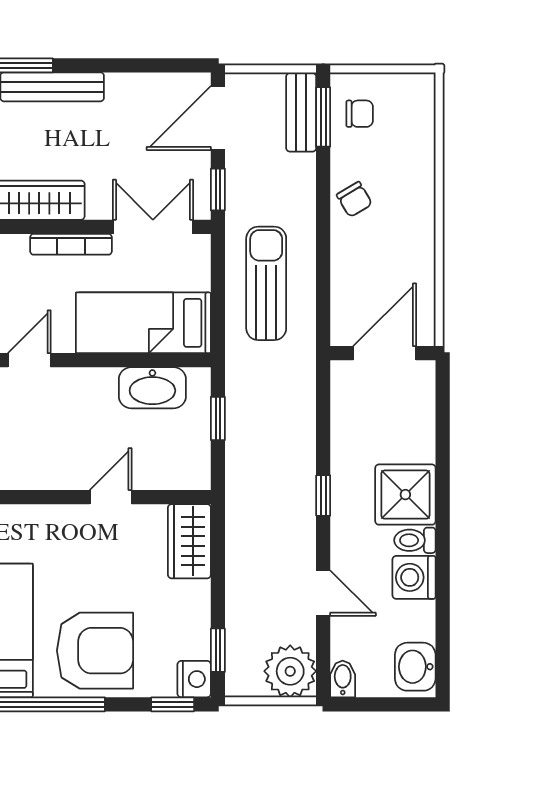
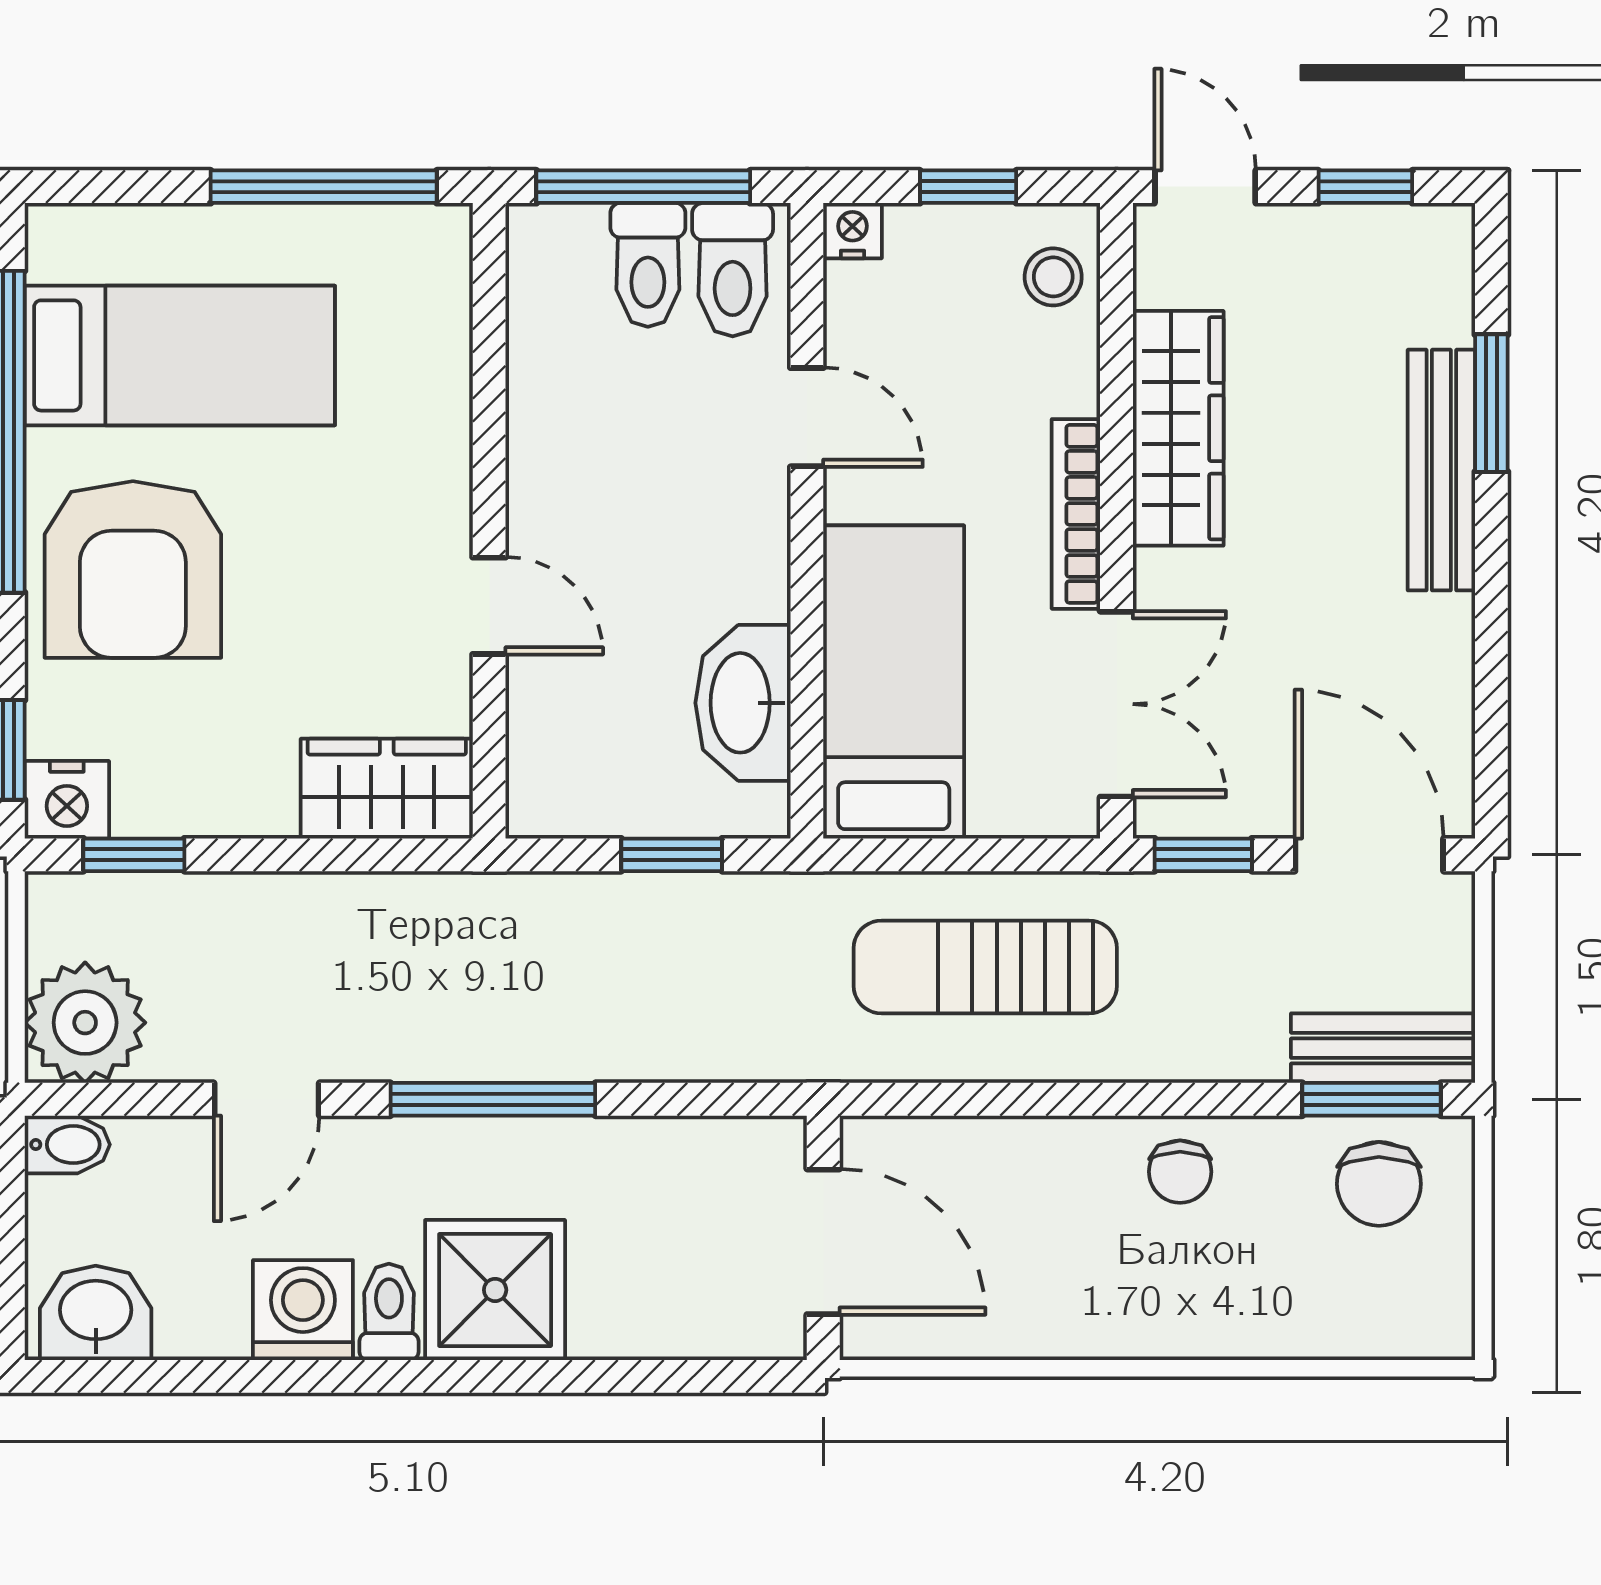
chair: (360, 114) -> (1379, 1184), width x1.37, depth x1.37
chair: (354, 199) -> (1180, 1172), turned -59
sun lounger: (266, 283) -> (985, 967), turned 180
window: (323, 496) -> (493, 1099), width x2.17

